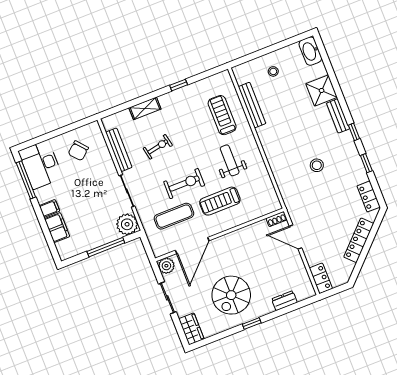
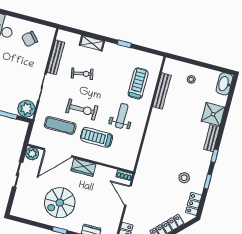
stool: (317, 165) -> (184, 178), moved
wardrobe: (191, 329) -> (83, 167), moved, turned 90

